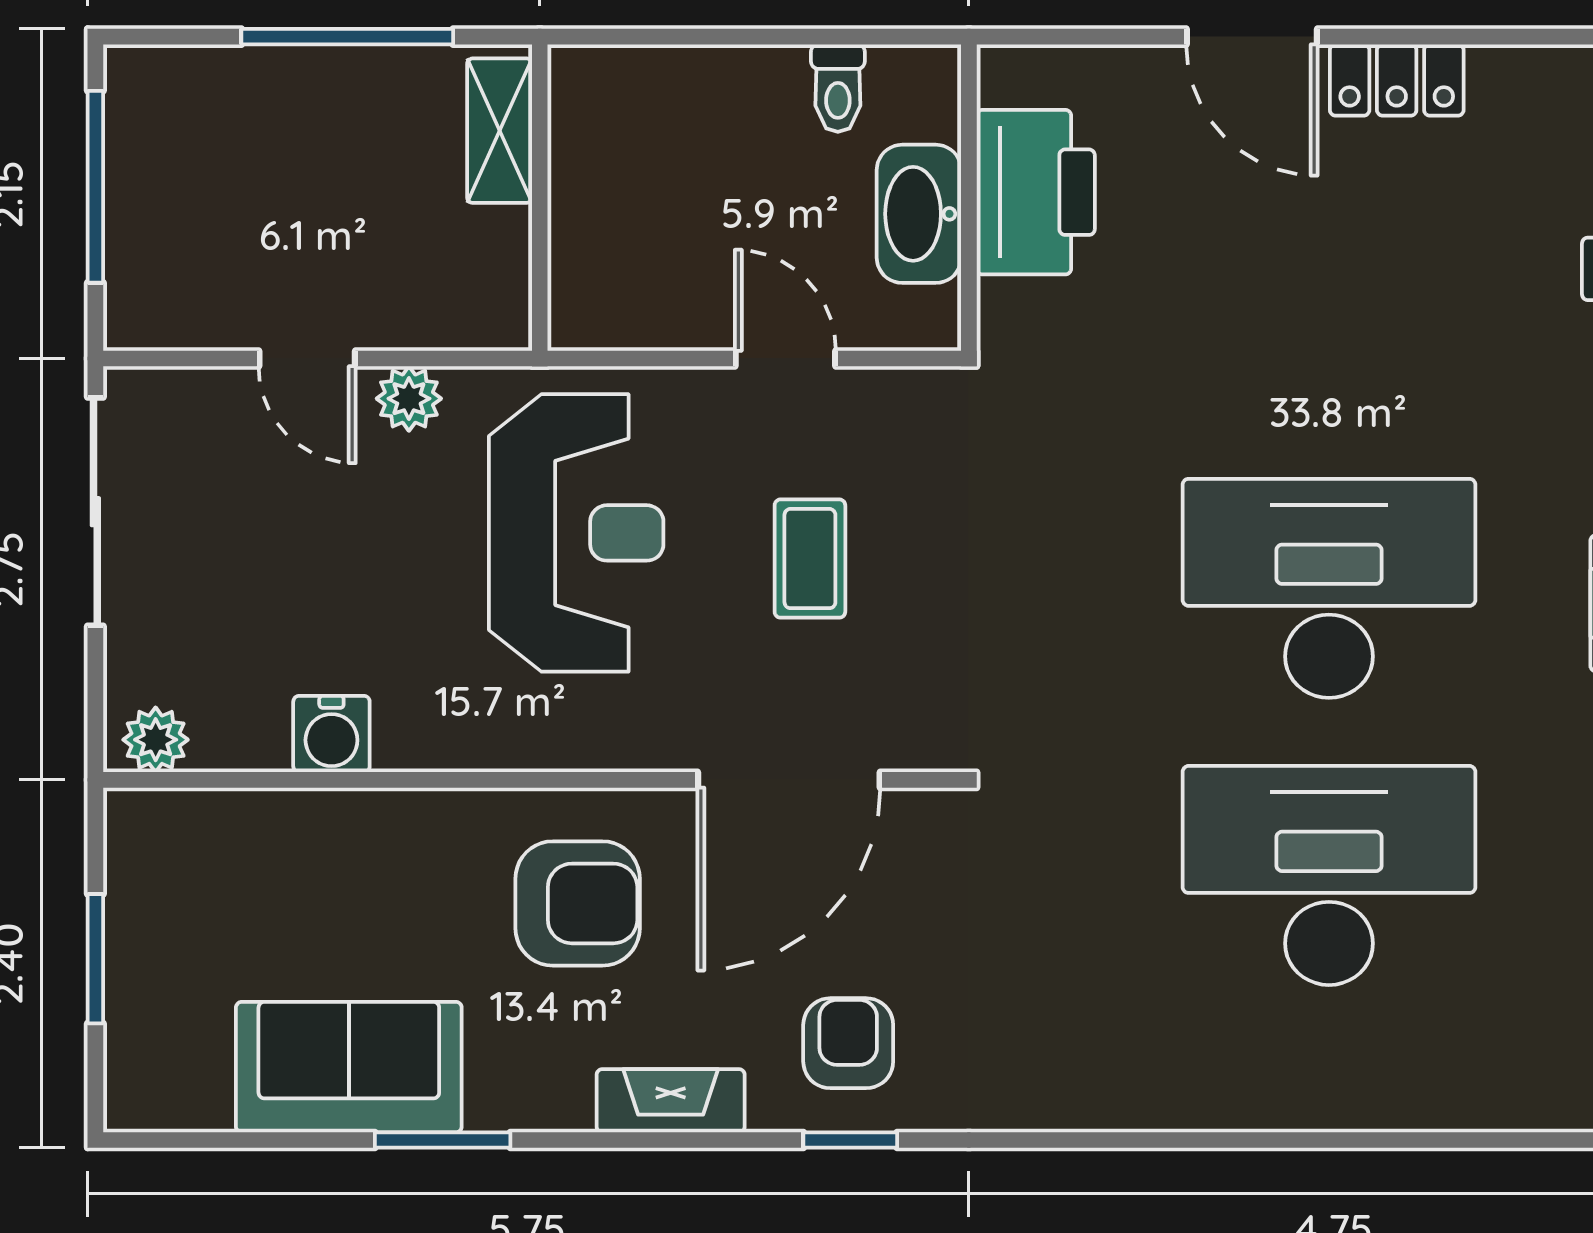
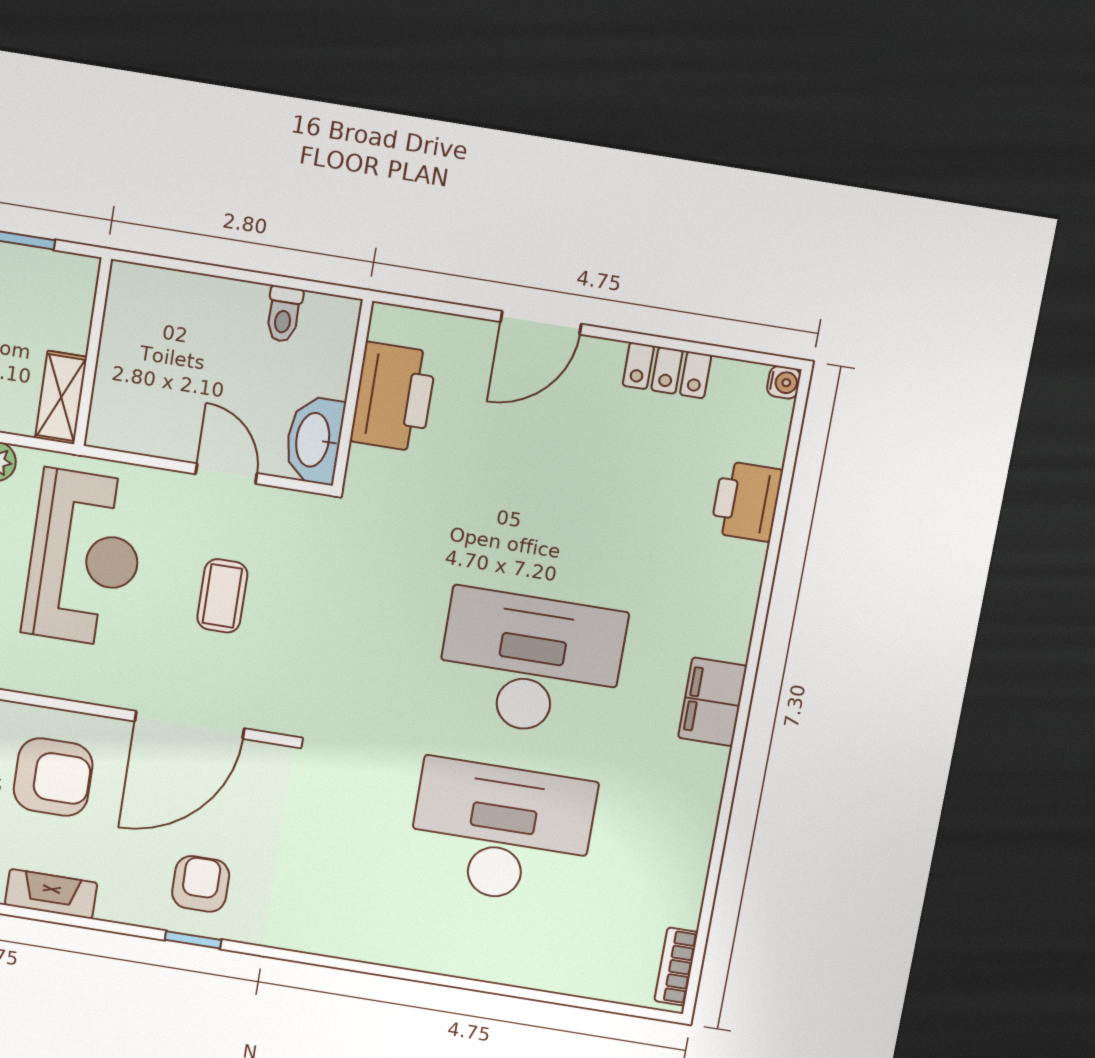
door: (1252, 37) -> (541, 323), hinge flipped
locker: (1397, 80) -> (667, 370), moved
shelving: (500, 131) -> (61, 398), moved
washbasin: (919, 214) -> (314, 440), moved
fireplace: (671, 1101) -> (51, 894), moved

